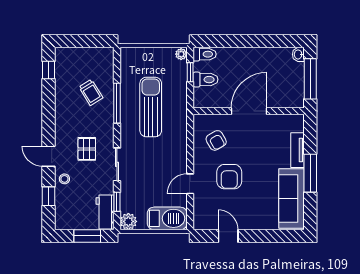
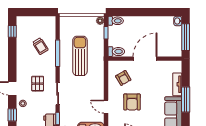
toilet: (206, 80) -> (116, 52), moved
door: (190, 184) -> (106, 107), hinge flipped

